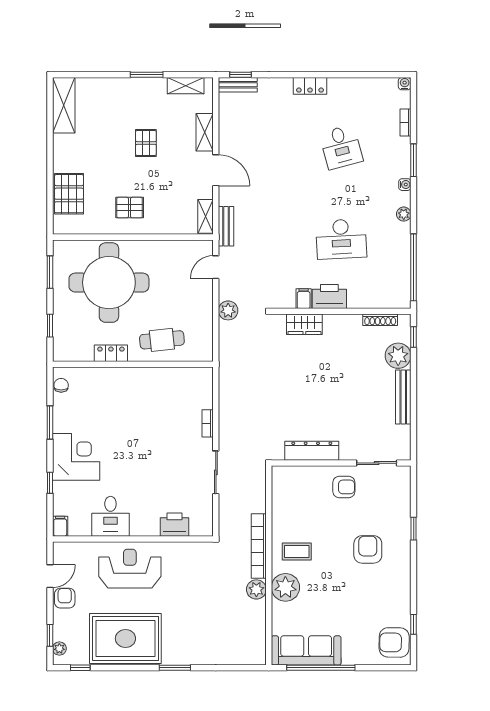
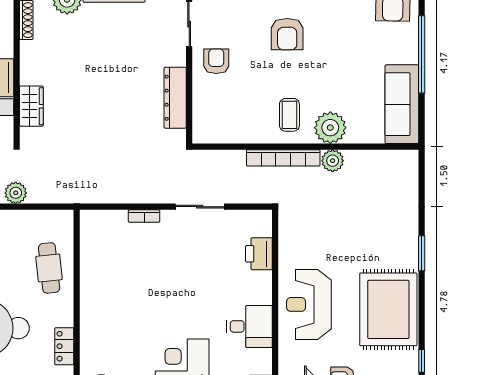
locker: (111, 353) -> (64, 346), moved
armchair: (368, 549) -> (287, 34), turned -90
window: (321, 668) -> (422, 54), moved

